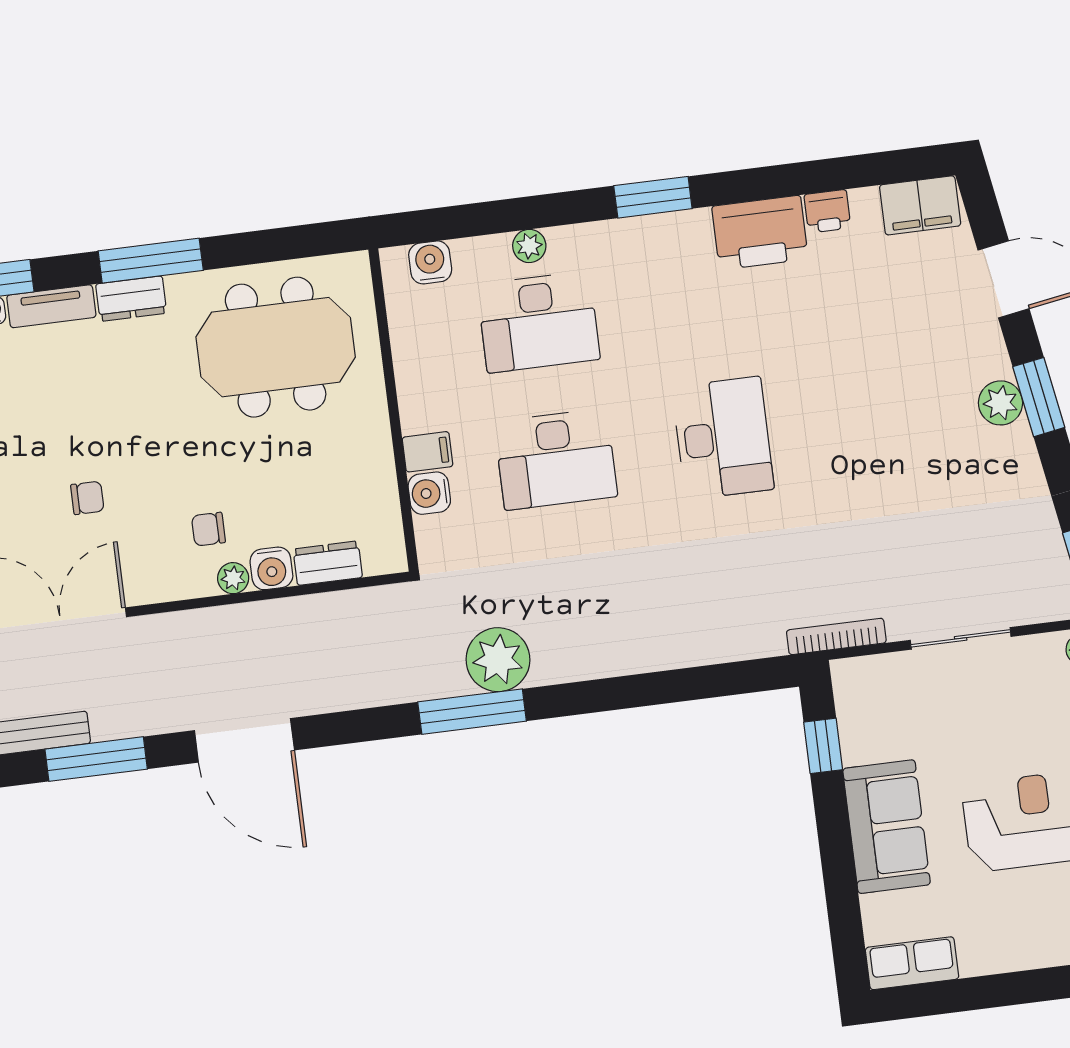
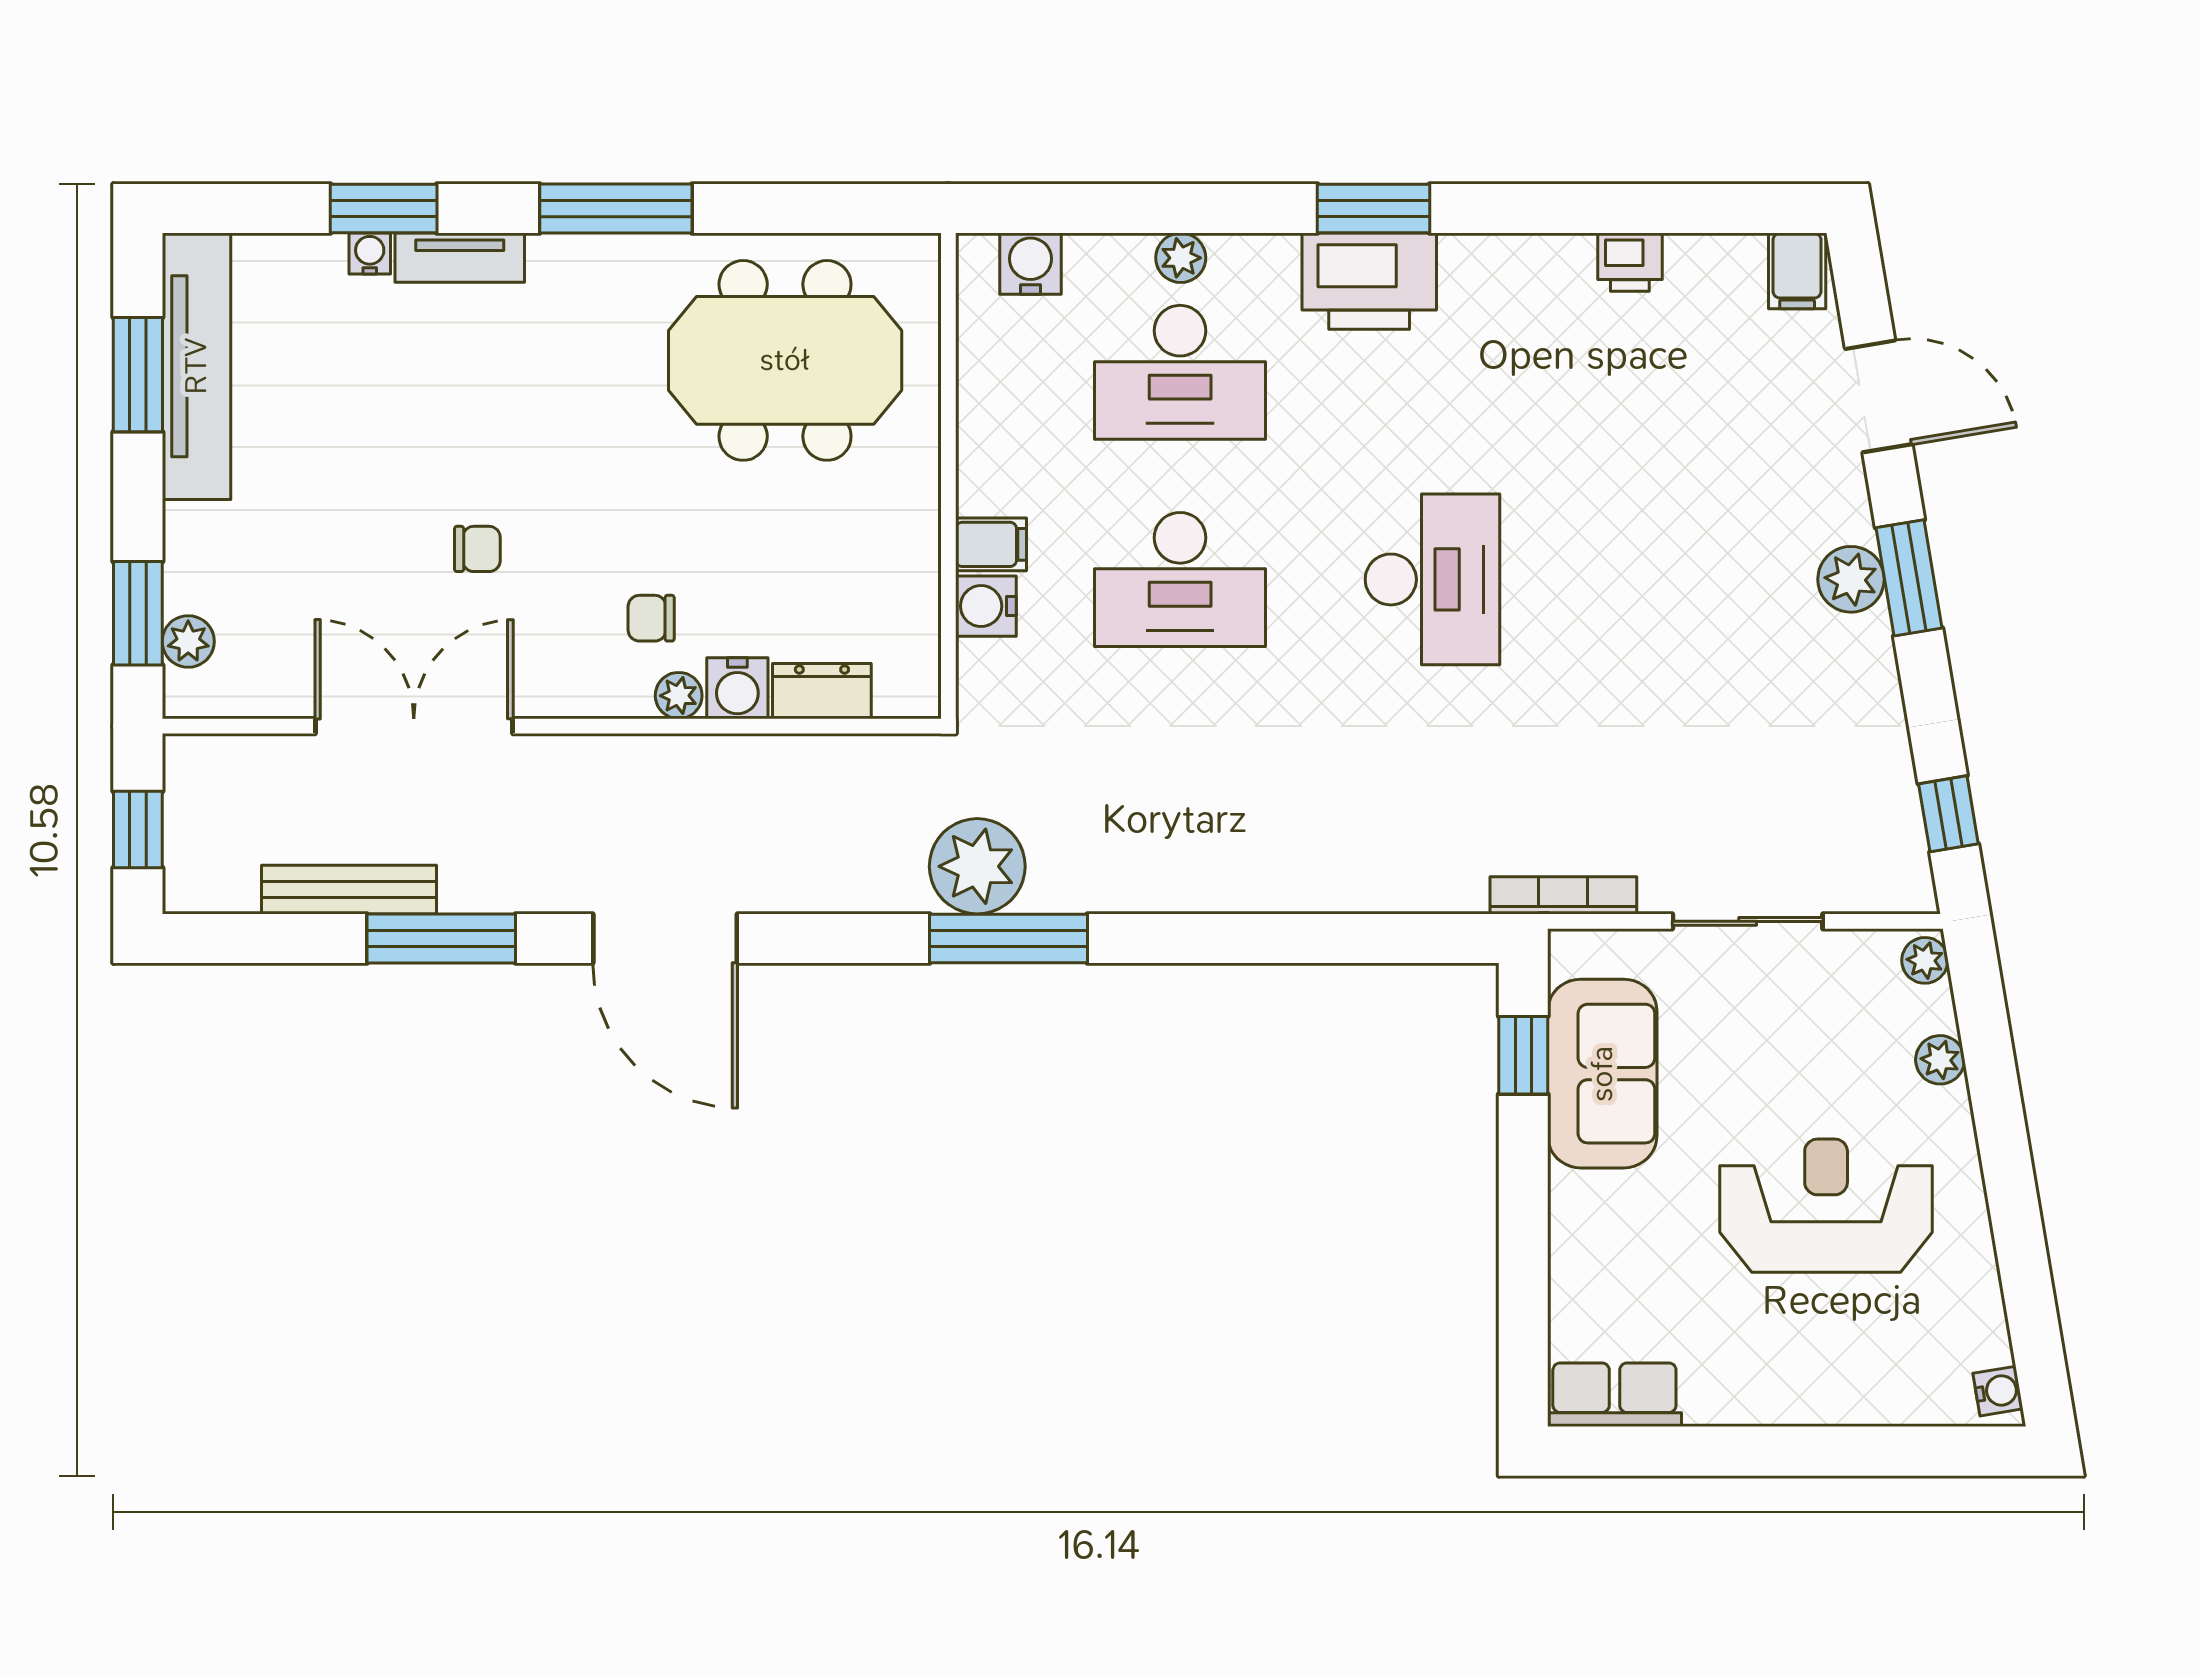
filing cabinet: (920, 205) -> (1797, 271), width x0.50
printer: (760, 233) -> (1369, 281), moved
dresser: (131, 299) -> (580, 261), removed
plant: (498, 660) -> (977, 866), moved
sofa: (887, 827) -> (1602, 1074), moved

